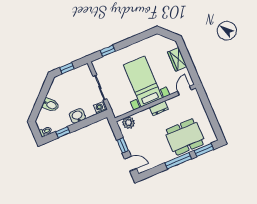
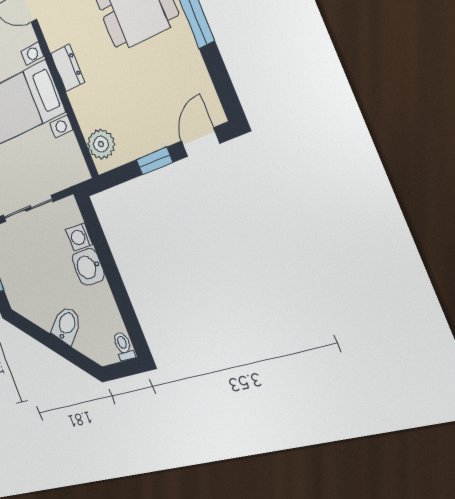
washing machine: (100, 108) -> (79, 237), moved
window: (63, 132) -> (125, 306), removed

